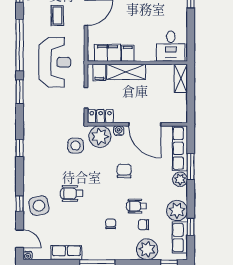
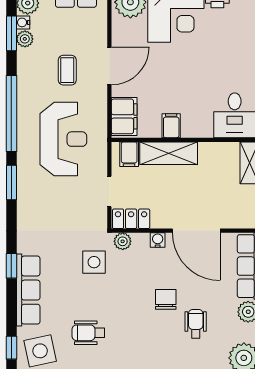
filing cabinet: (108, 53) -> (124, 116), moved, turned 90
plant: (100, 137) -> (123, 241), width x0.53, depth x0.53
row of seats: (31, 165) -> (28, 290), added
wheelchair: (137, 206) -> (196, 324), moved, turned 90

